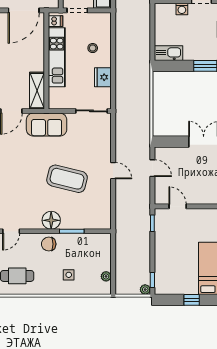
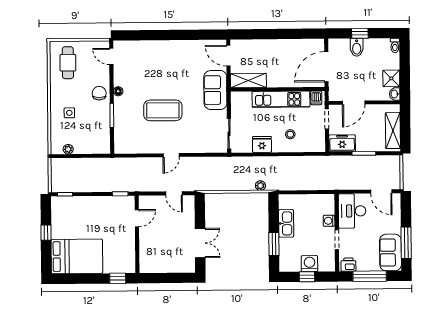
door: (24, 10) -> (326, 67), hinge flipped
kitchen sink: (169, 53) -> (286, 223), moved
door: (152, 168) -> (174, 193), hinge flipped
coffee table: (67, 179) -> (163, 110), turned 76
floor lamp: (51, 220) -> (118, 91), width x0.53, depth x0.53
plant: (145, 290) -> (260, 186), moved

